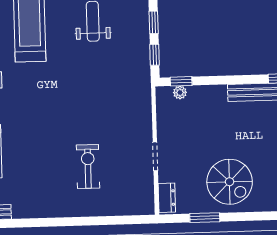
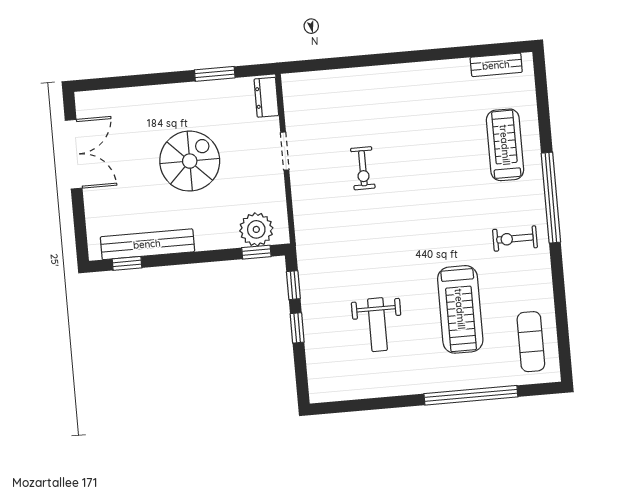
plant: (180, 92) -> (256, 229), width x1.88, depth x1.88
exercise bike: (88, 167) -> (363, 168), moved, width x0.73, depth x0.72
spiral stairs: (230, 182) -> (190, 161), moved, turned 90

